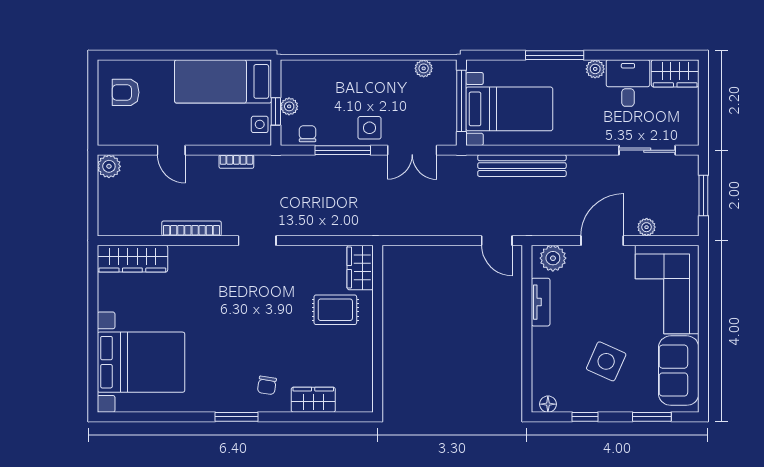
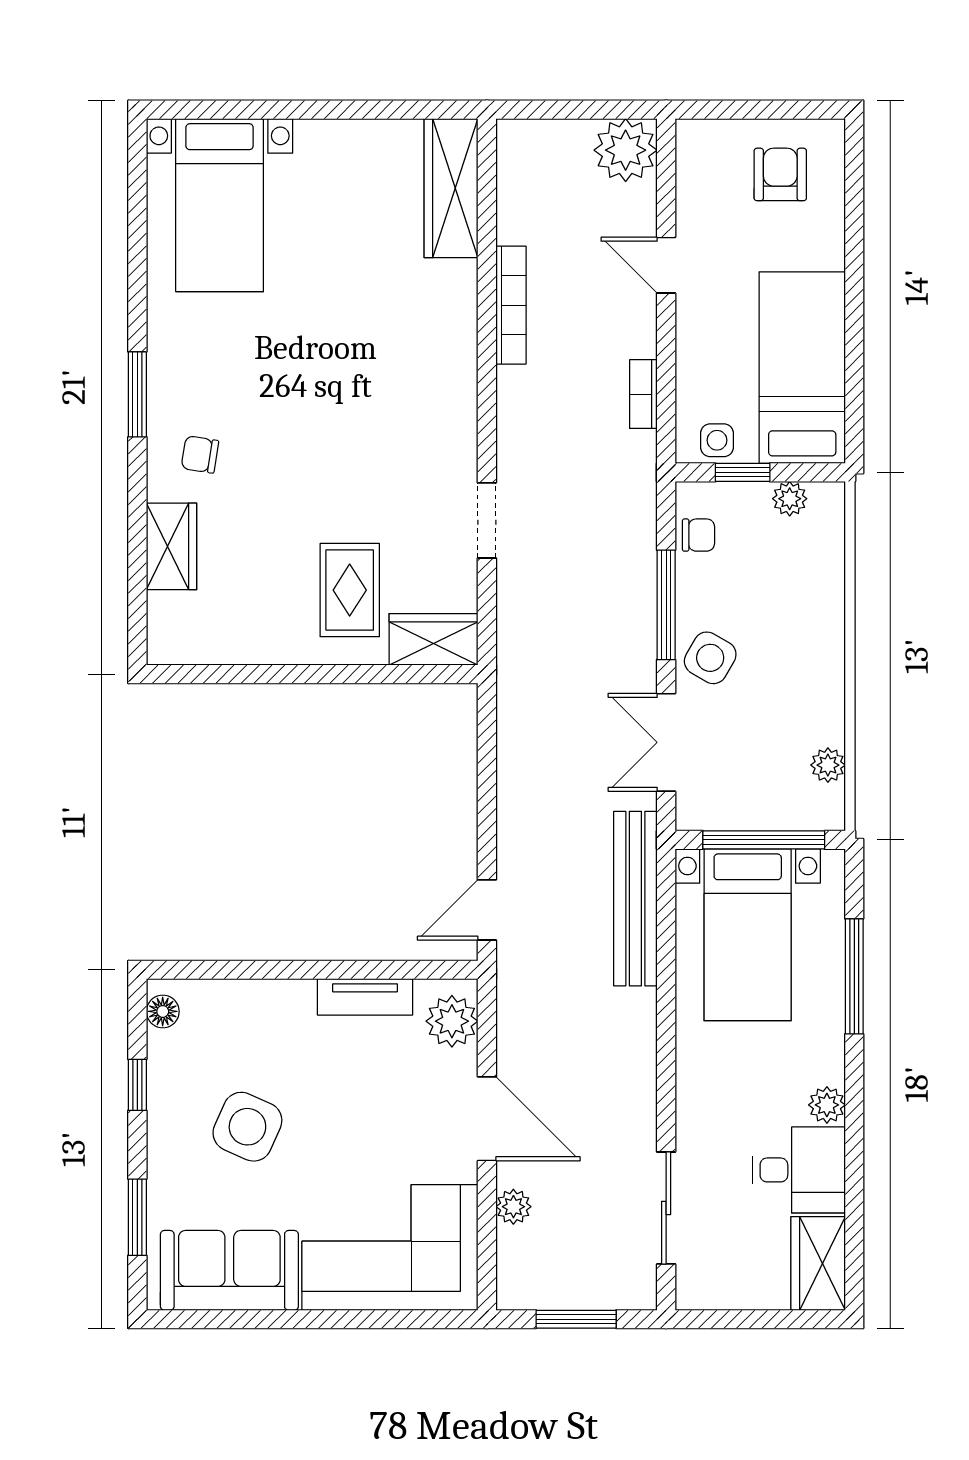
window: (555, 55) -> (854, 976), moved
plant: (289, 106) -> (790, 499), moved
side table: (370, 128) -> (710, 658), turned 30
door: (171, 150) -> (666, 265), hinge flipped
plant: (109, 166) -> (626, 150), width x1.36, depth x1.36
bench: (522, 166) -> (635, 899), moved
doorway: (257, 241) -> (487, 520), moved
bed with nightstands: (141, 362) -> (220, 205), width x0.73

